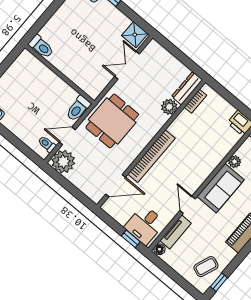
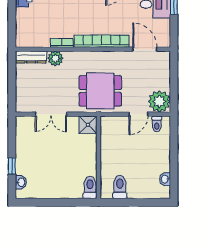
shower: (135, 35) -> (88, 125), moved
bookcase: (195, 101) -> (62, 43), moved
toilet: (78, 109) -> (120, 187), moved, turned -90
door: (67, 136) -> (138, 114), hinge flipped

